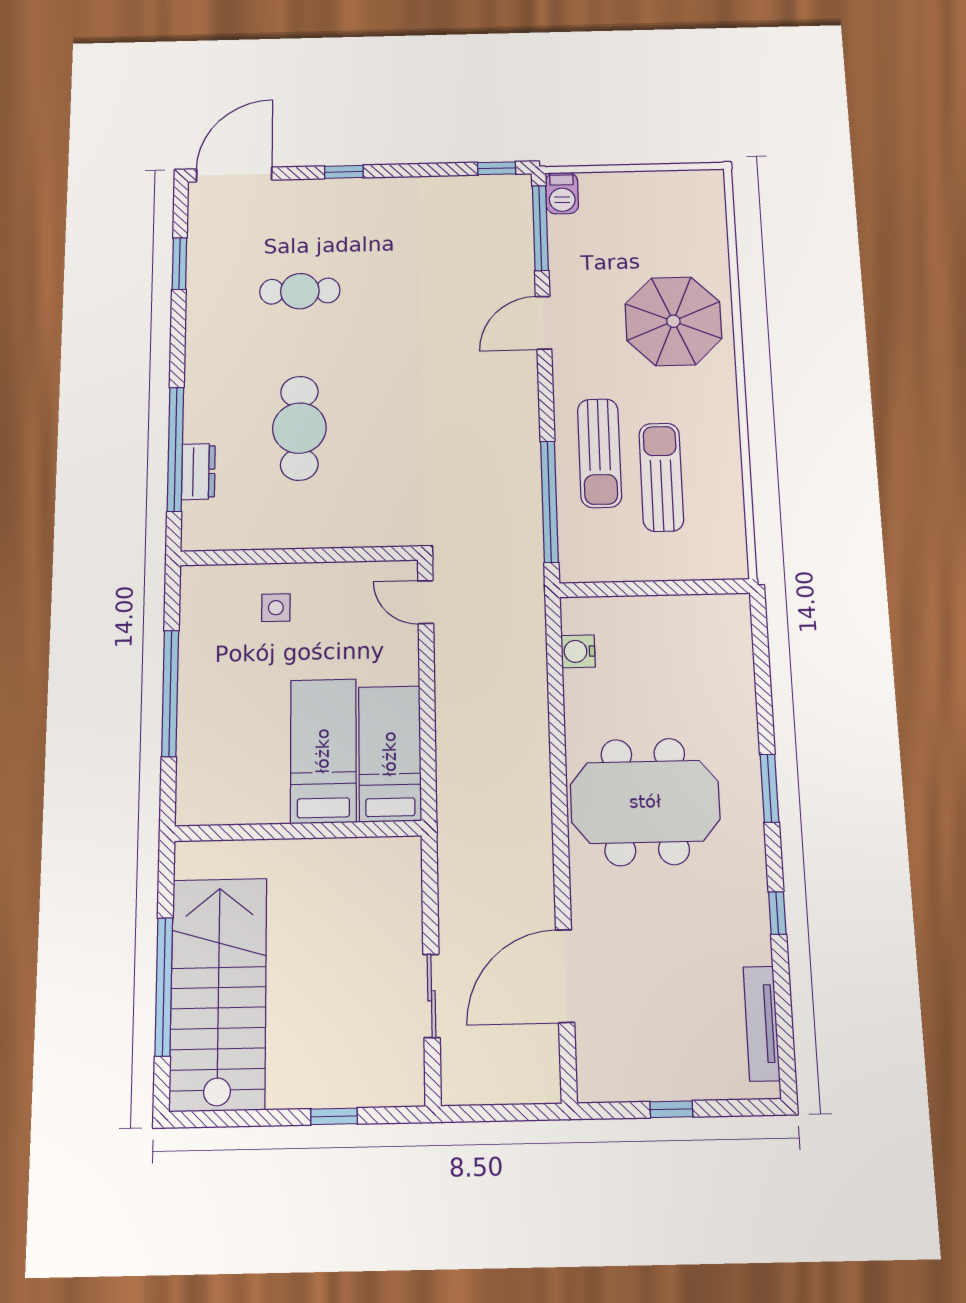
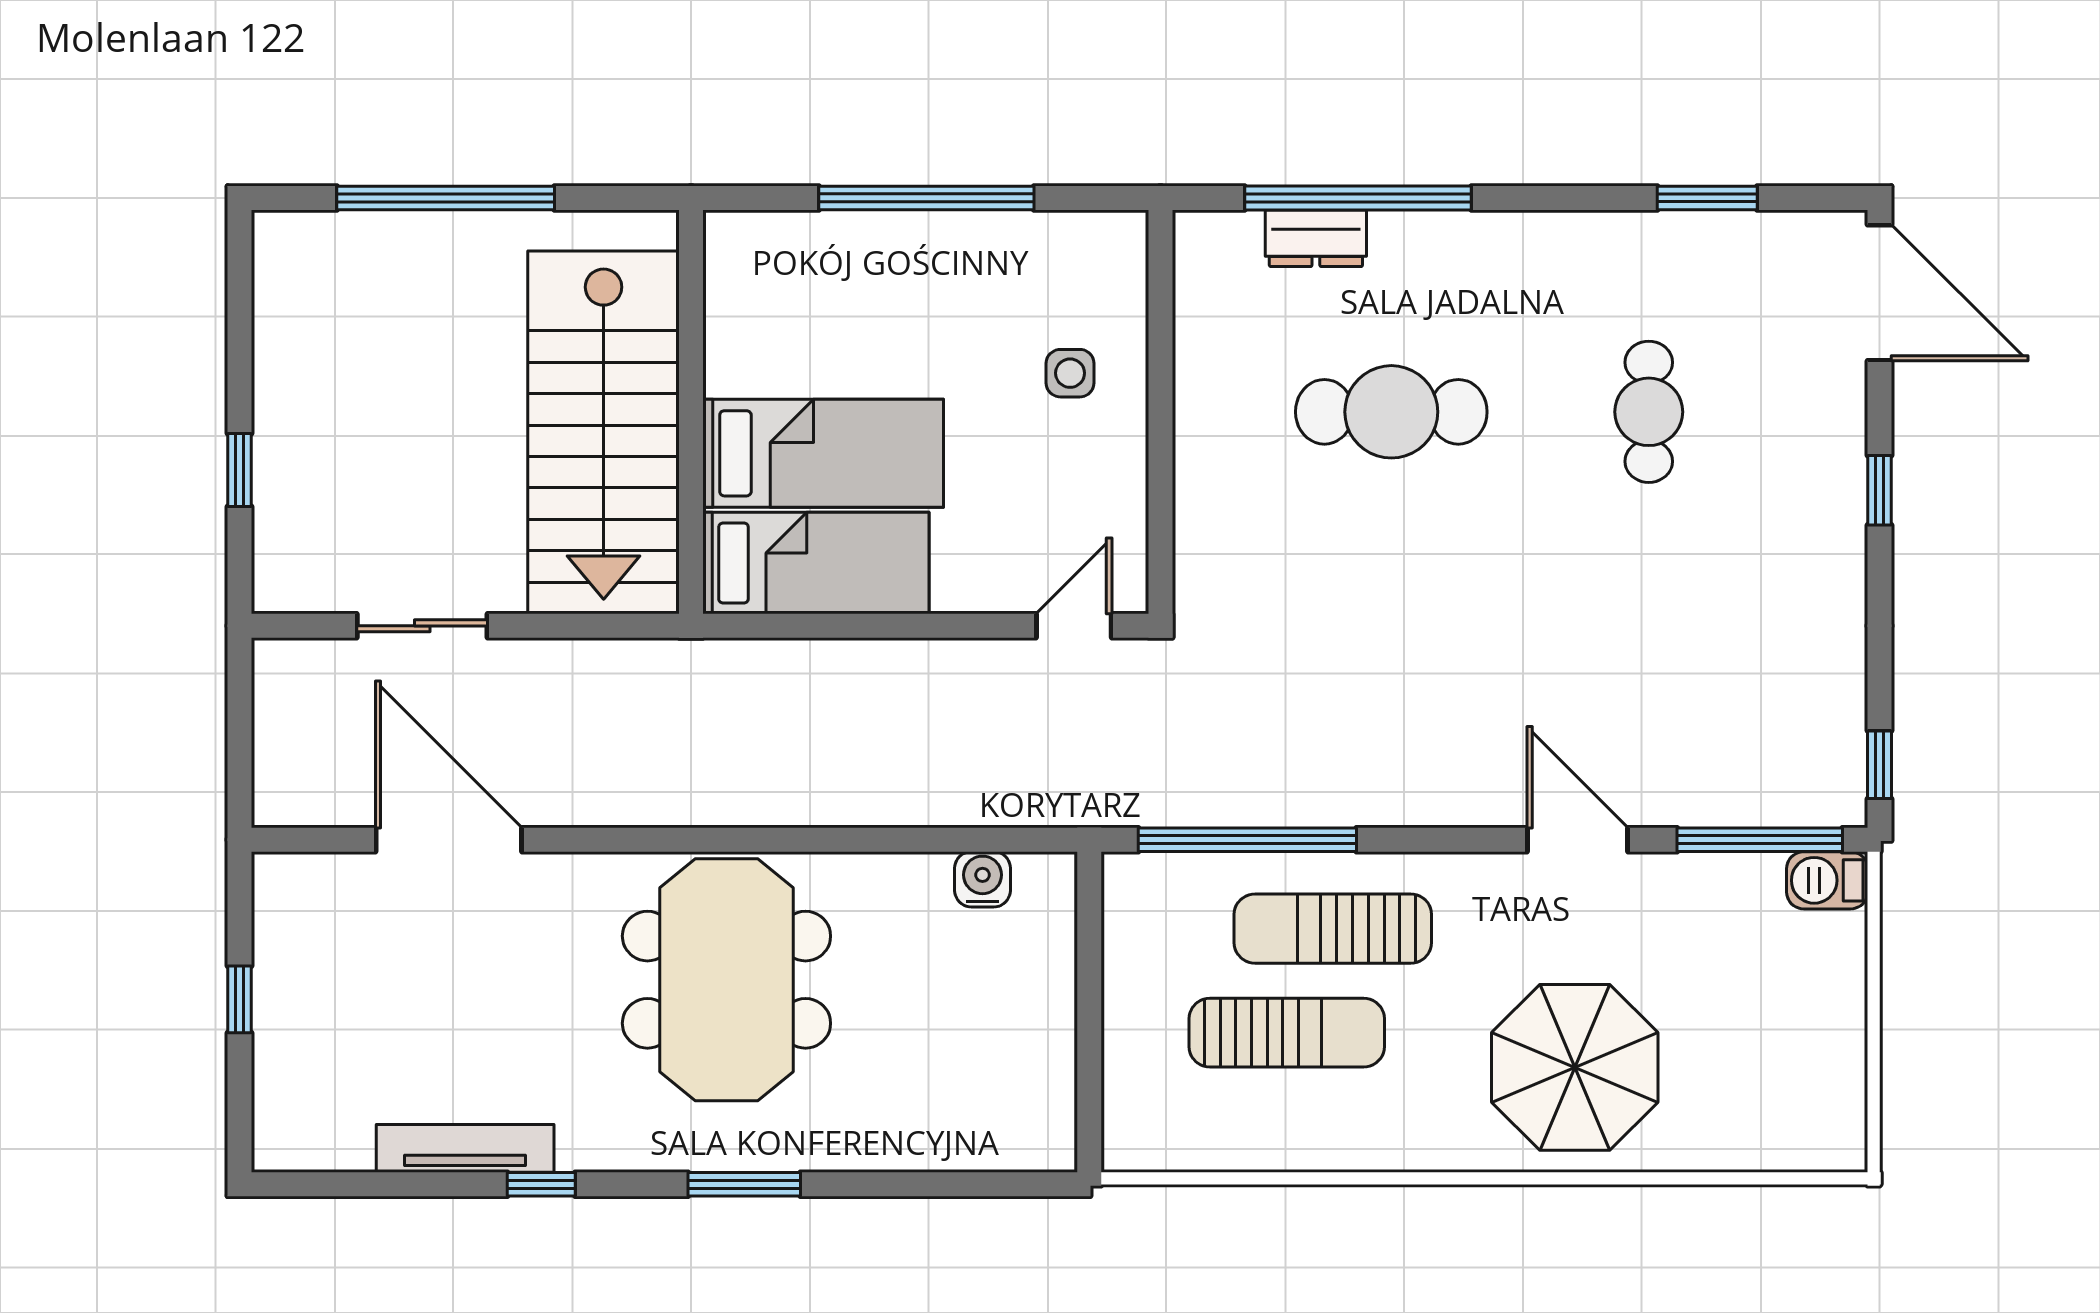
stairs: (218, 993) -> (604, 432), moved, turned 90
tv unit: (762, 1024) -> (465, 1148), moved

